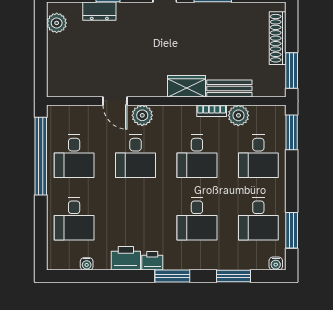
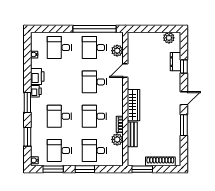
wardrobe: (187, 86) -> (133, 105), width x1.50
plant: (142, 115) -> (117, 51), moved
window: (292, 132) -> (85, 169), moved

